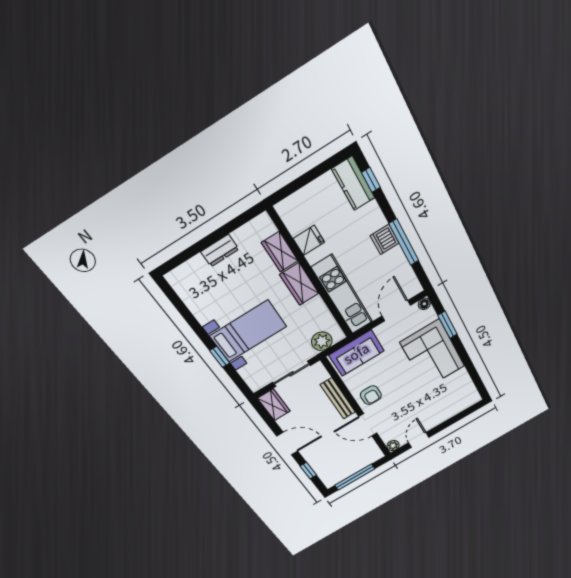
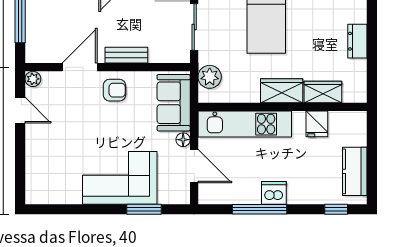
kitchen counter: (353, 183) -> (355, 171), moved, turned -90
floor lamp: (424, 304) -> (183, 140), moved
armchair: (371, 395) -> (114, 90), turned 180
bench: (338, 398) -> (126, 55), width x0.73

